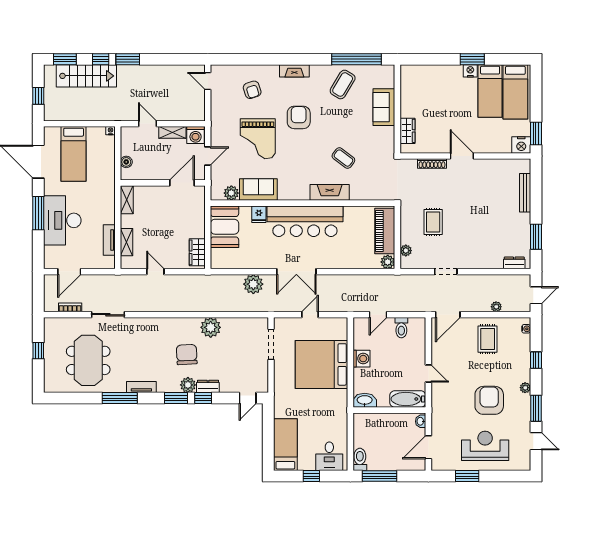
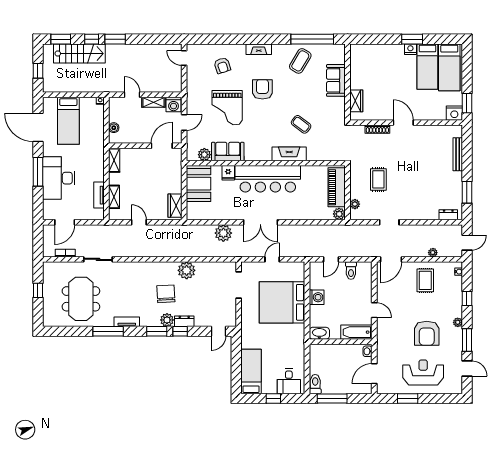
armchair: (489, 400) -> (427, 333), turned 180

